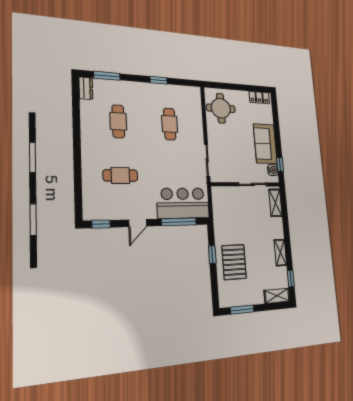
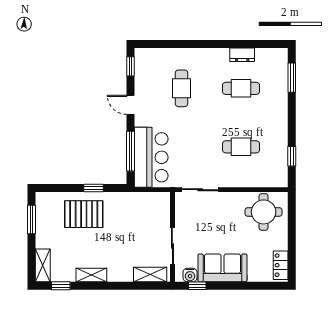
window: (159, 80) -> (292, 156), moved
dresser: (86, 88) -> (242, 55), moved

